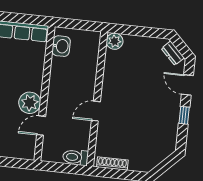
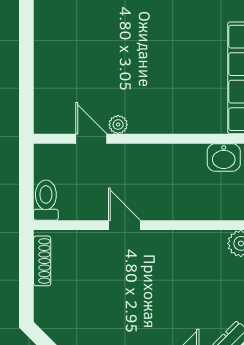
plant: (30, 103) -> (118, 125), width x0.53, depth x0.53

